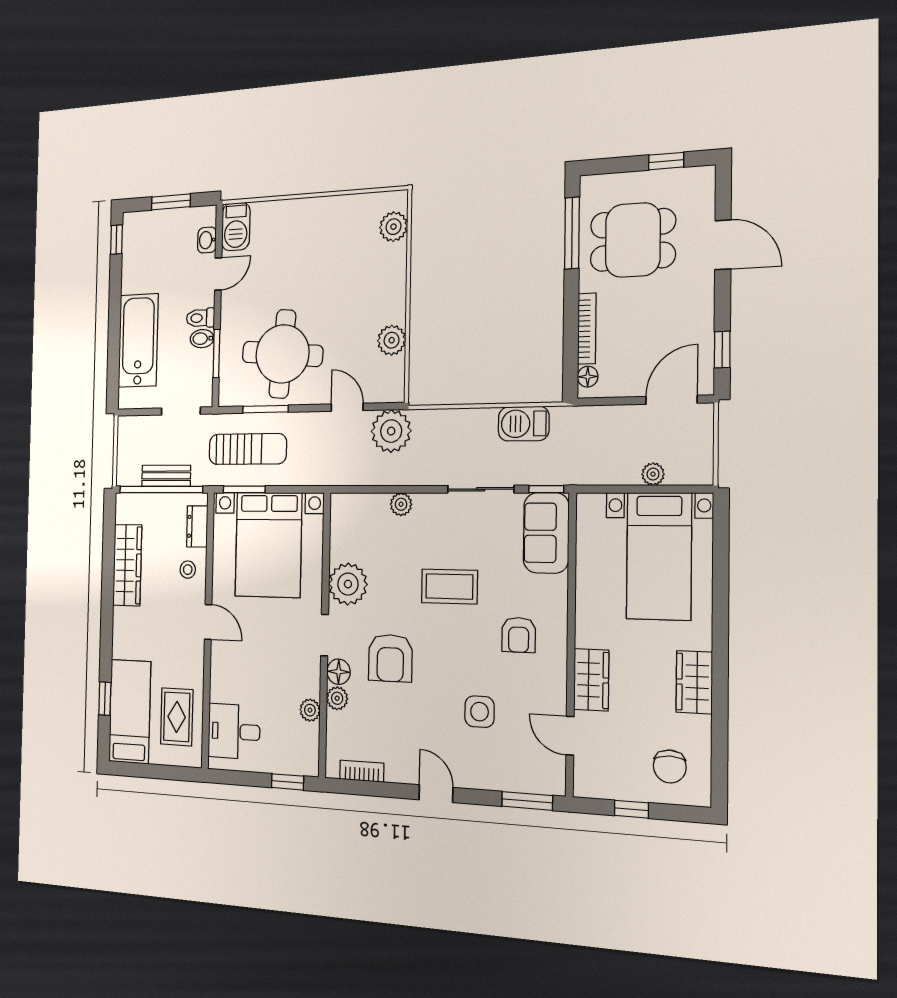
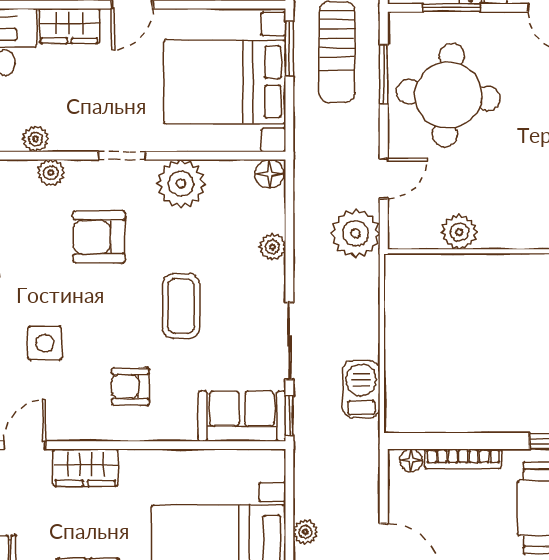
floor lamp: (339, 672) -> (269, 174), moved
wardrobe: (223, 676) -> (69, 26), added

